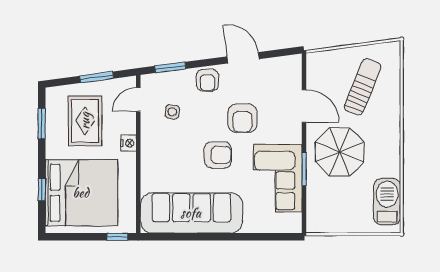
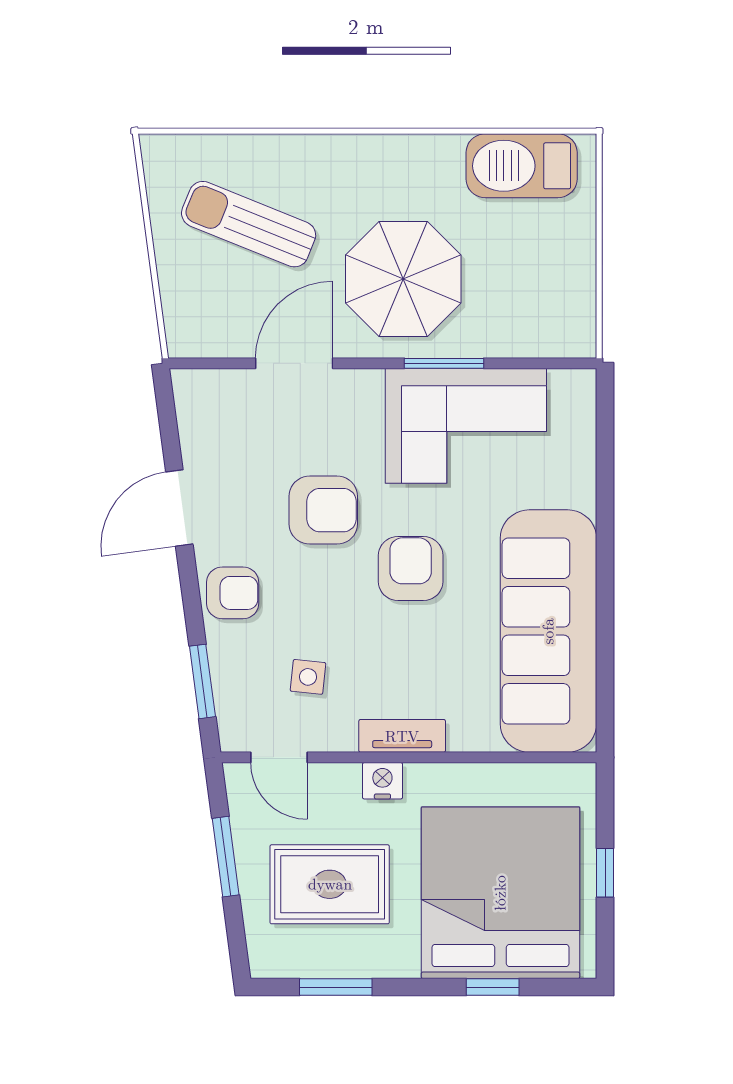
tv unit: (147, 151) -> (402, 736), added
window: (117, 237) -> (605, 873), moved

